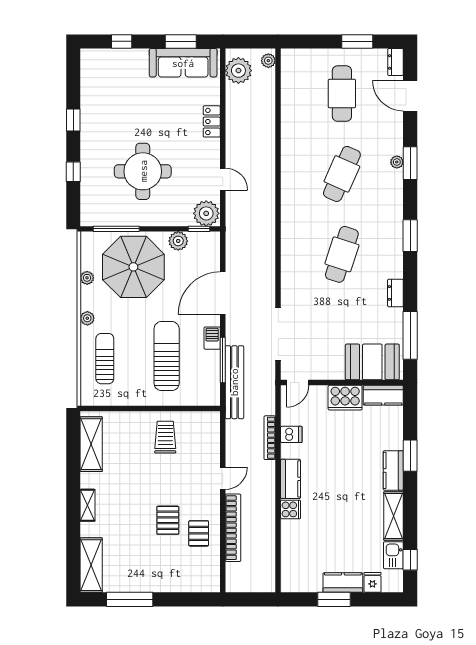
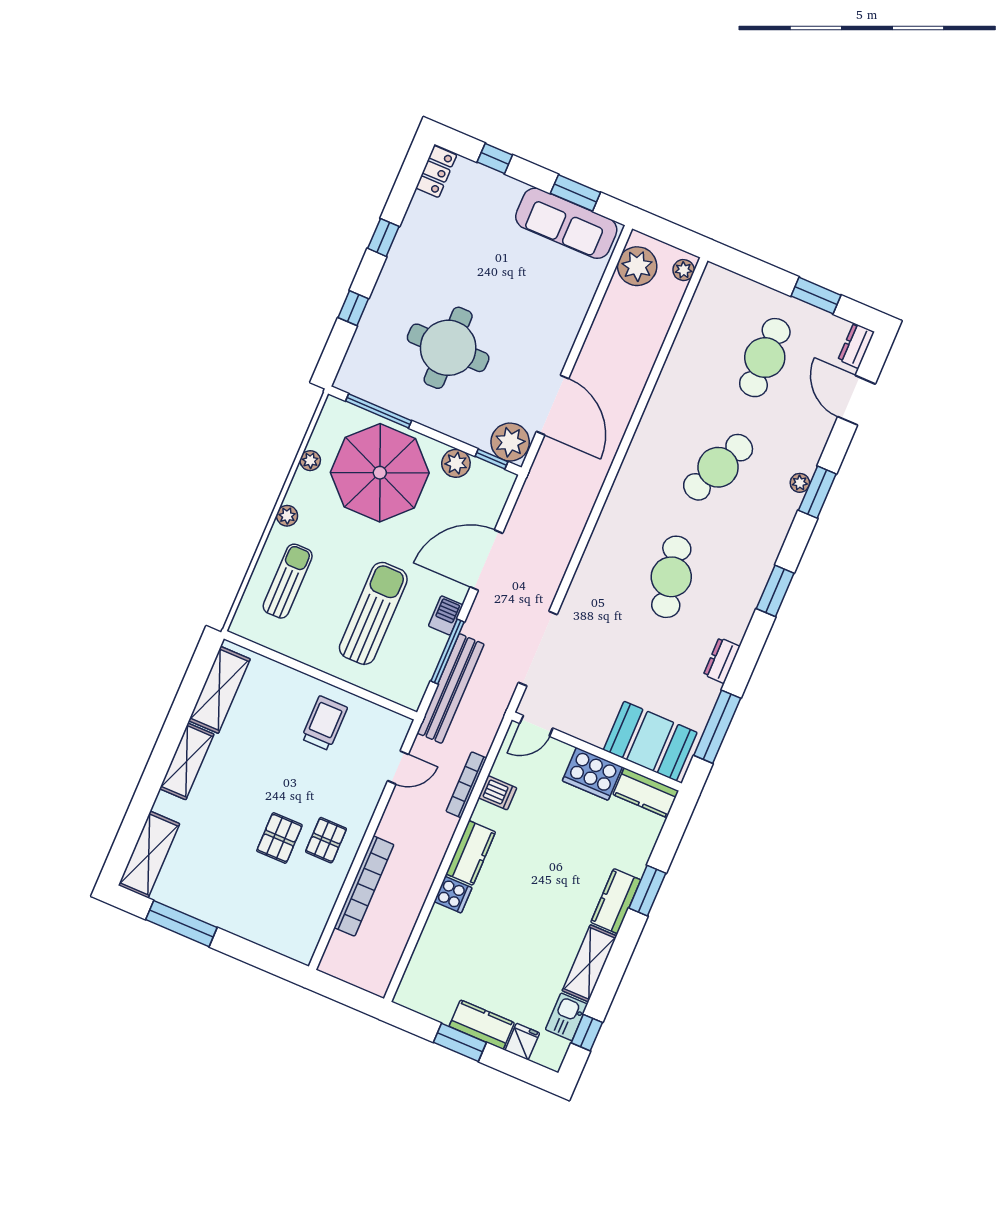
locker: (212, 121) -> (436, 171), moved, turned 180
door: (223, 179) -> (553, 405), width x1.87
cafe table: (342, 254) -> (671, 577), turned -30
door: (223, 478) -> (398, 767), moved
shelving: (87, 505) -> (187, 761), width x1.50, depth x1.33
pallet: (199, 533) -> (326, 840), moved

